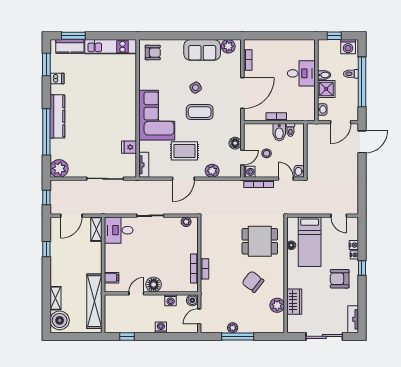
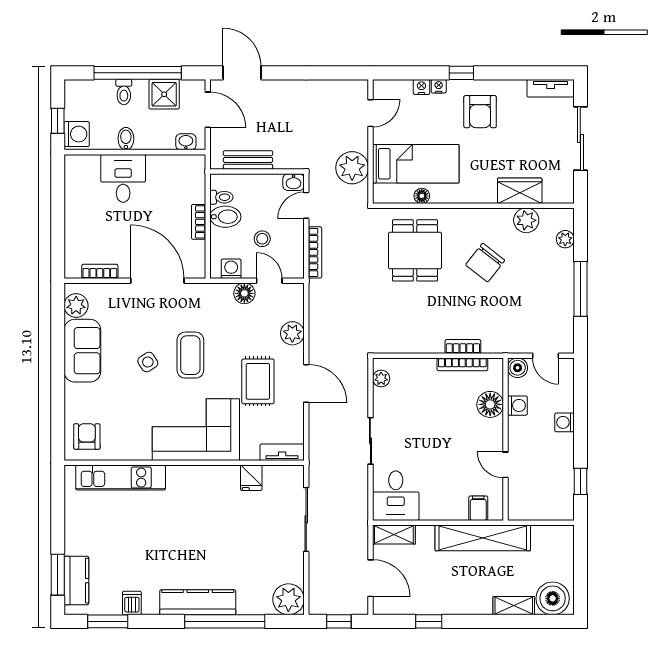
kitchen unit: (111, 47) -> (121, 478), moved, turned 90
washing machine: (348, 47) -> (77, 134), moved
shower: (326, 89) -> (164, 94), moved
bench: (312, 145) -> (248, 160), added
washing machine: (249, 172) -> (231, 269), moved
plant: (307, 205) -> (352, 168), added
floor lamp: (154, 285) -> (490, 404), moved
shelving: (94, 301) -> (483, 538), moved
plant: (233, 328) -> (565, 239), moved

